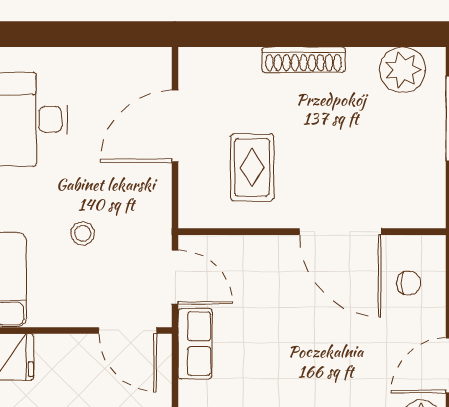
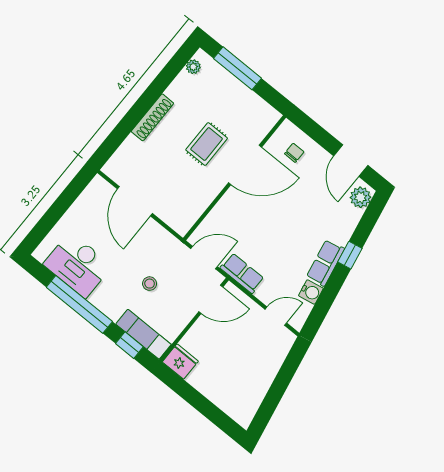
plant: (403, 70) -> (193, 67), width x0.53, depth x0.53
rug: (252, 167) -> (207, 144), moved, turned 90

